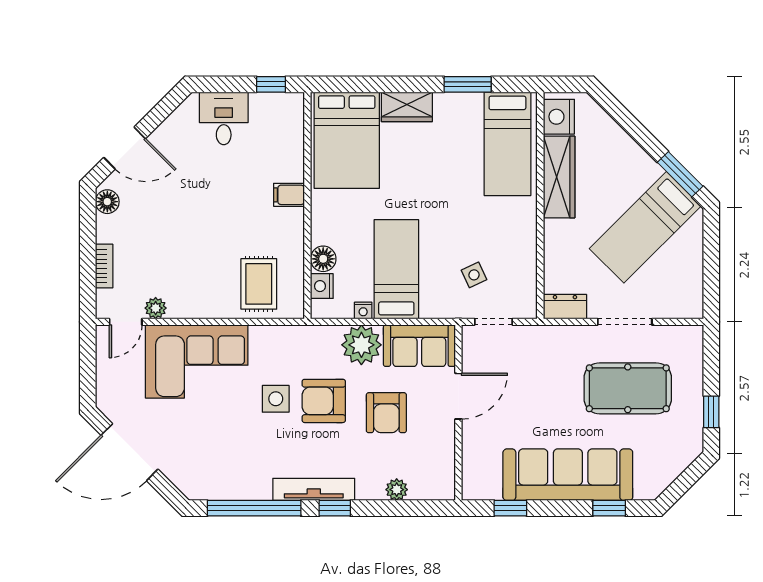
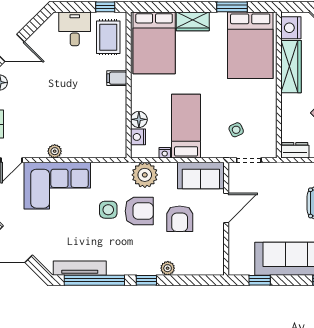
bed: (507, 144) -> (250, 45), width x1.50
rug: (259, 284) -> (108, 37), moved
plant: (156, 308) -> (55, 151), moved
plant: (361, 345) -> (145, 175), moved
armchair: (324, 401) -> (139, 211), turned 180
tv unit: (314, 489) -> (80, 268), moved
plant: (397, 490) -> (168, 268), moved

